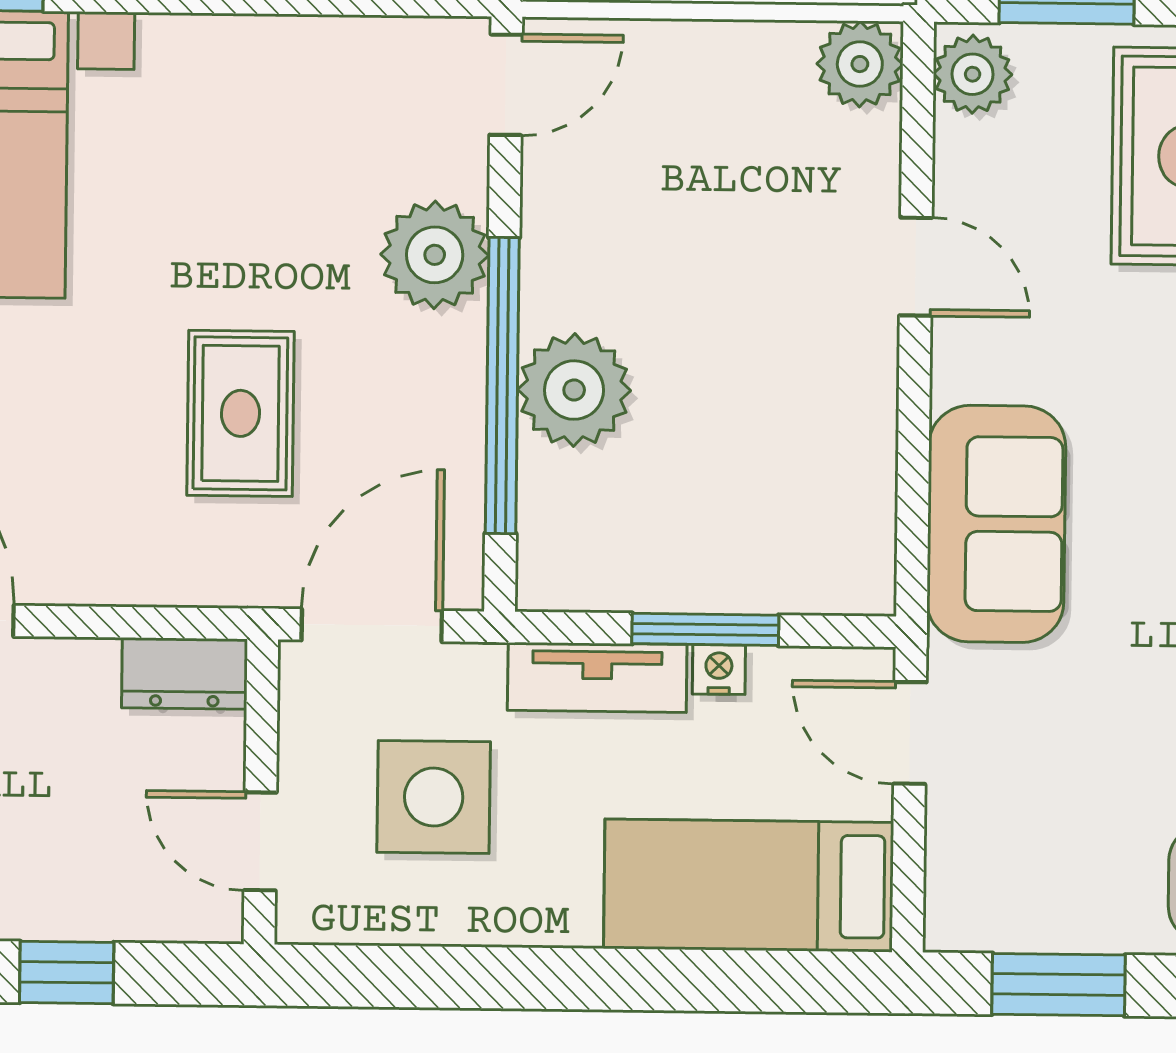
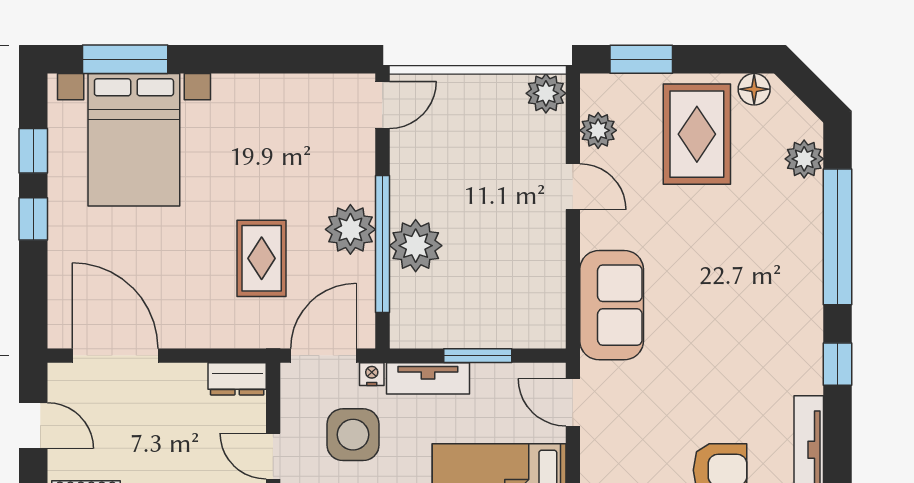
plant: (973, 74) -> (598, 130), moved
plant: (435, 255) -> (350, 229), moved
nightstand: (719, 670) -> (372, 374), moved

